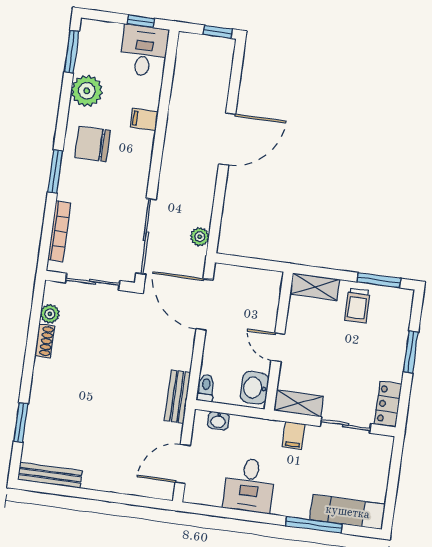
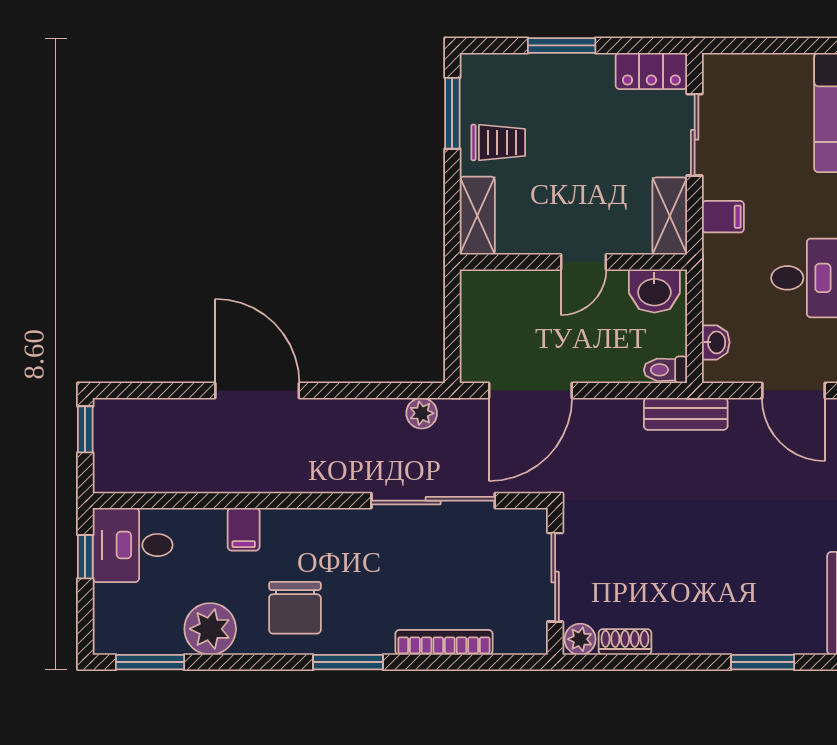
wall: (90, 281) -> (555, 581), moved
sliding door: (93, 282) -> (555, 577), moved

